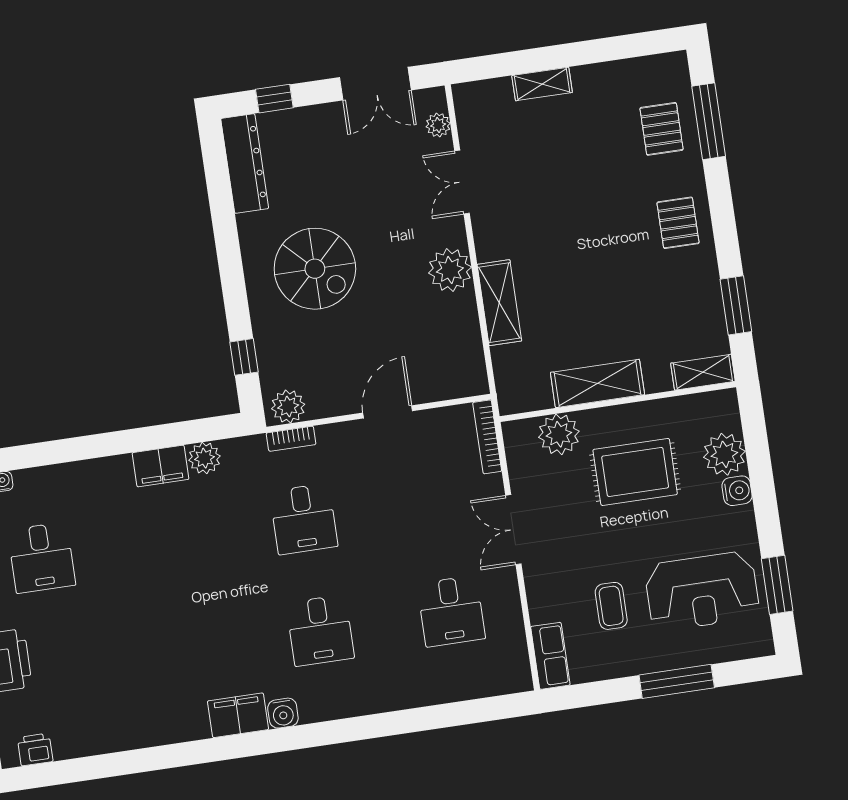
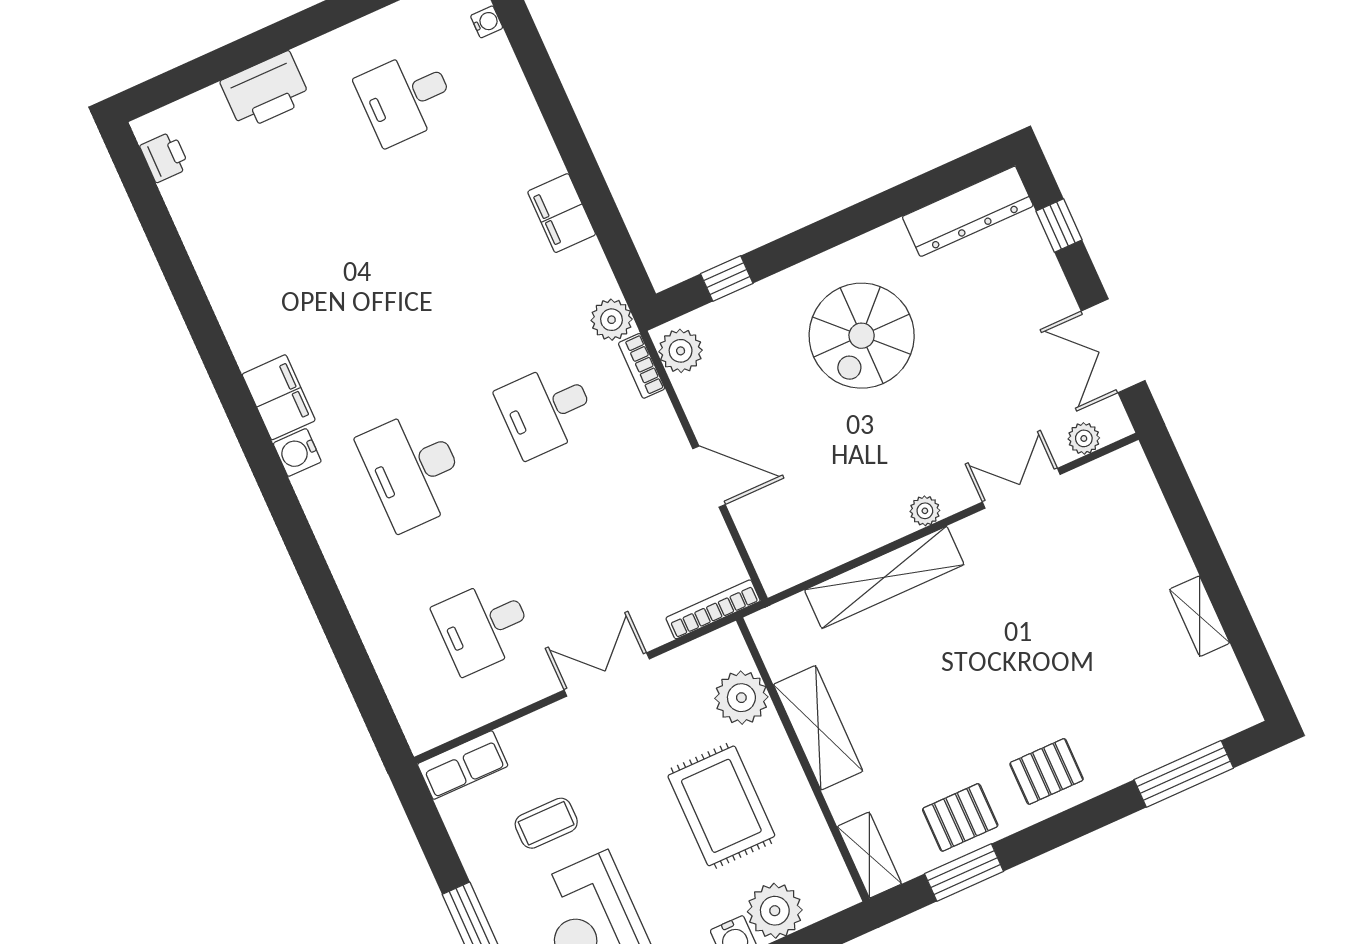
shelving: (542, 84) -> (1200, 616), moved
pallet: (662, 129) -> (960, 817), moved
plant: (450, 270) -> (925, 511), width x0.53, depth x0.53
shelving: (499, 303) -> (884, 577), width x1.47
plant: (204, 458) -> (612, 320), moved
desk: (320, 630) -> (413, 470), width x1.37

